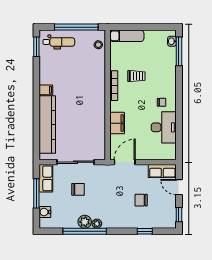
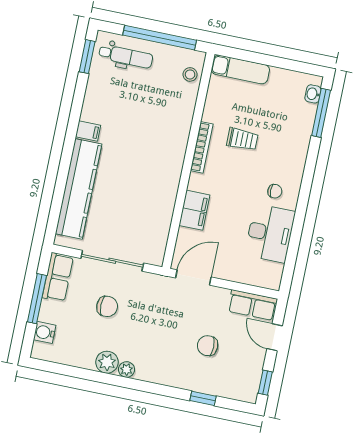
window: (85, 231) -> (104, 378), removed

